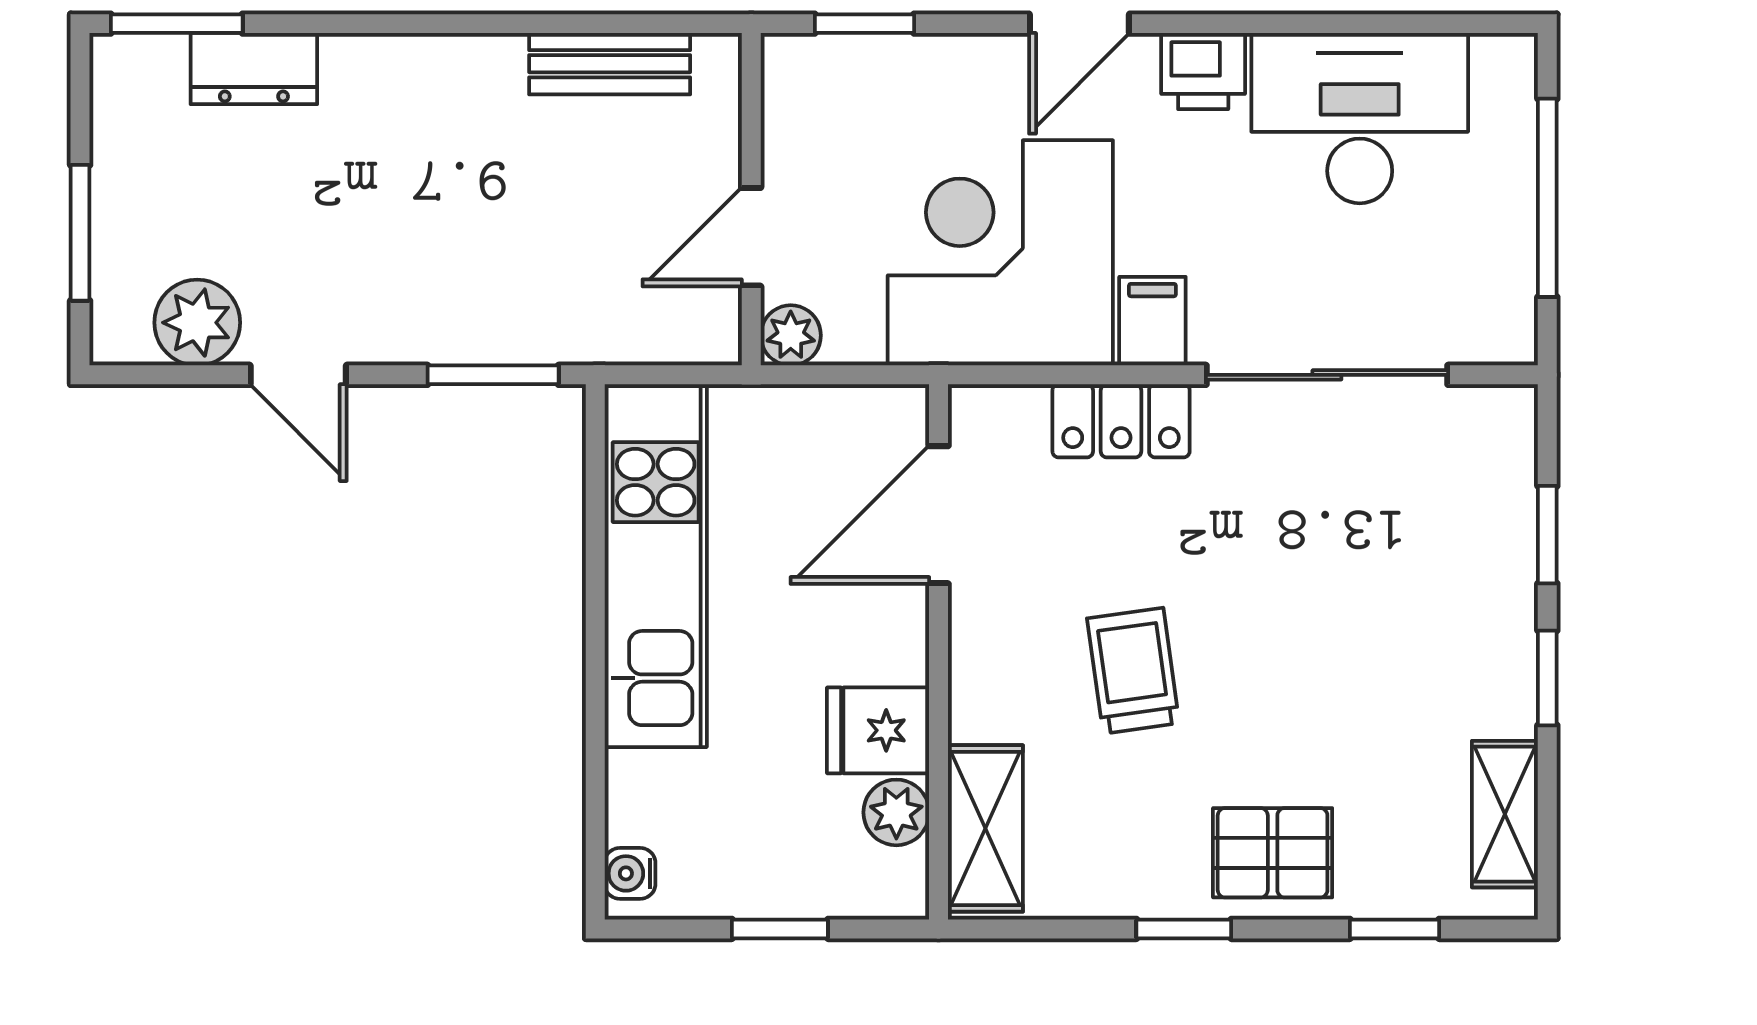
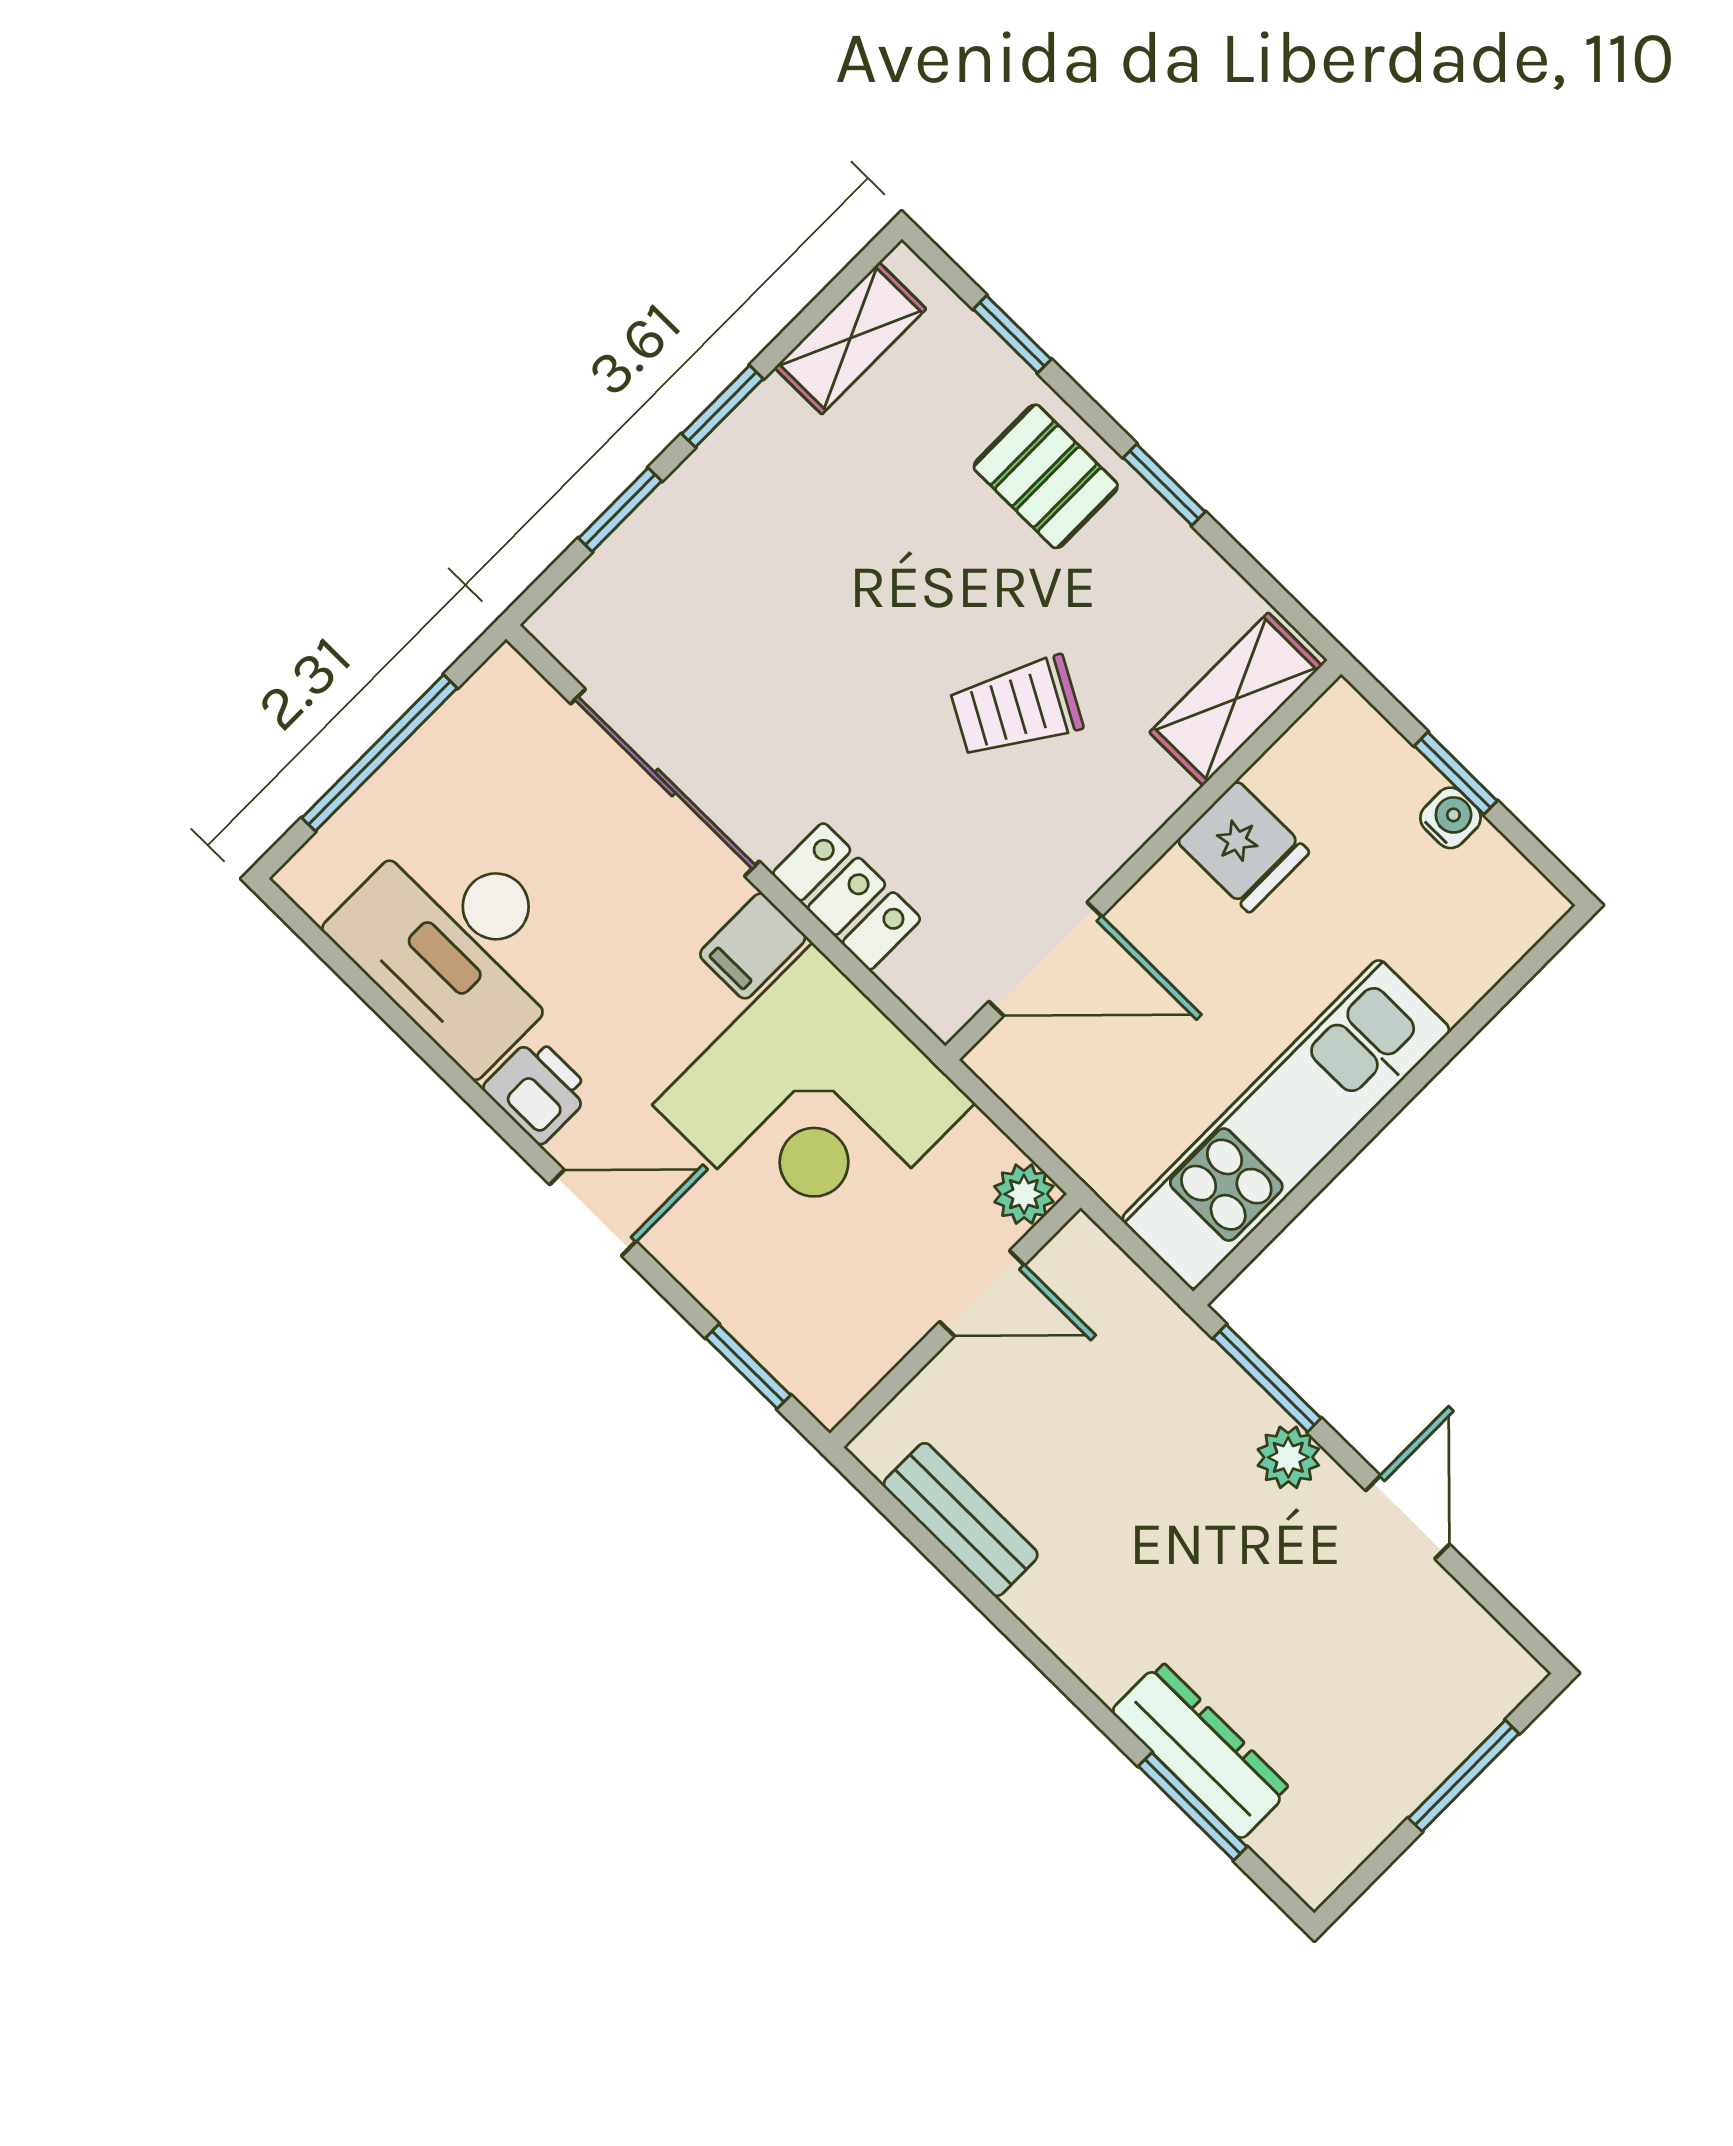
window: (177, 24) -> (1193, 1806), moved
dresser: (254, 69) -> (1201, 1750), width x1.44
plant: (197, 323) -> (1288, 1457), moved, width x0.73, depth x0.73
trolley: (1133, 671) -> (1016, 707), turned 37
plant: (896, 812) -> (1289, 774), removed
water cooler: (630, 873) -> (1451, 818), moved, turned -90

